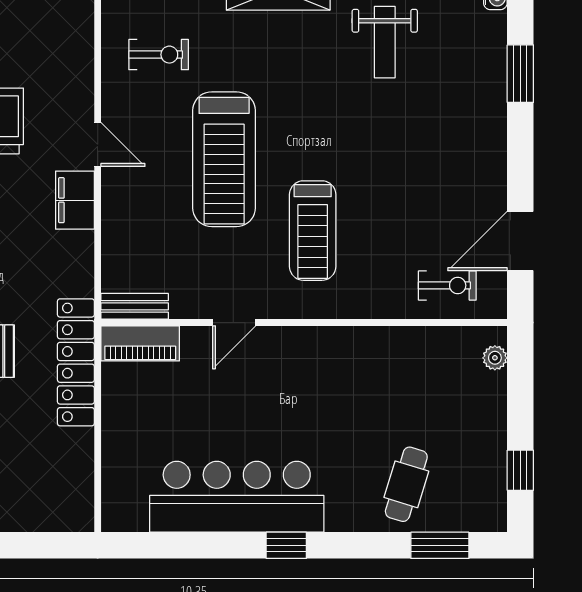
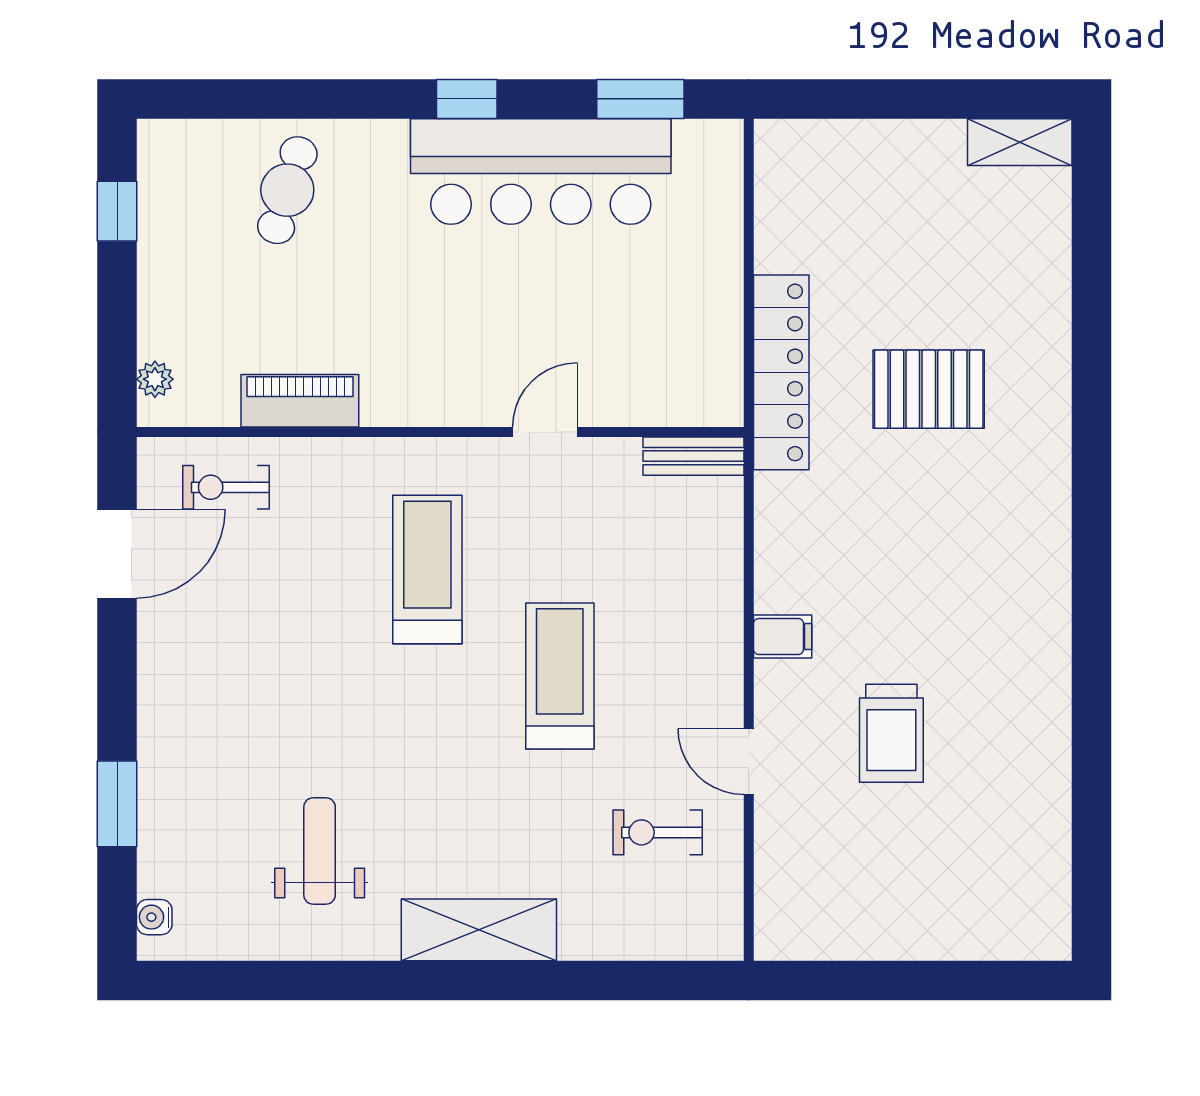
door: (98, 144) -> (749, 762), moved
treadmill: (224, 159) -> (560, 676), width x0.73, depth x0.73
filing cabinet: (75, 200) -> (783, 636), width x0.50
piano: (140, 343) -> (300, 401), moved
window: (440, 545) -> (640, 99), moved

